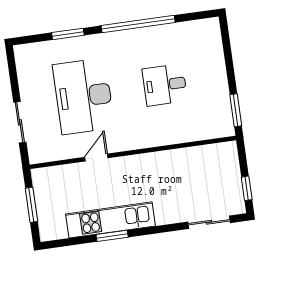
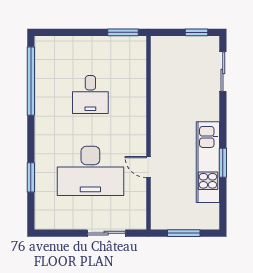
window: (138, 24) -> (31, 81), moved

